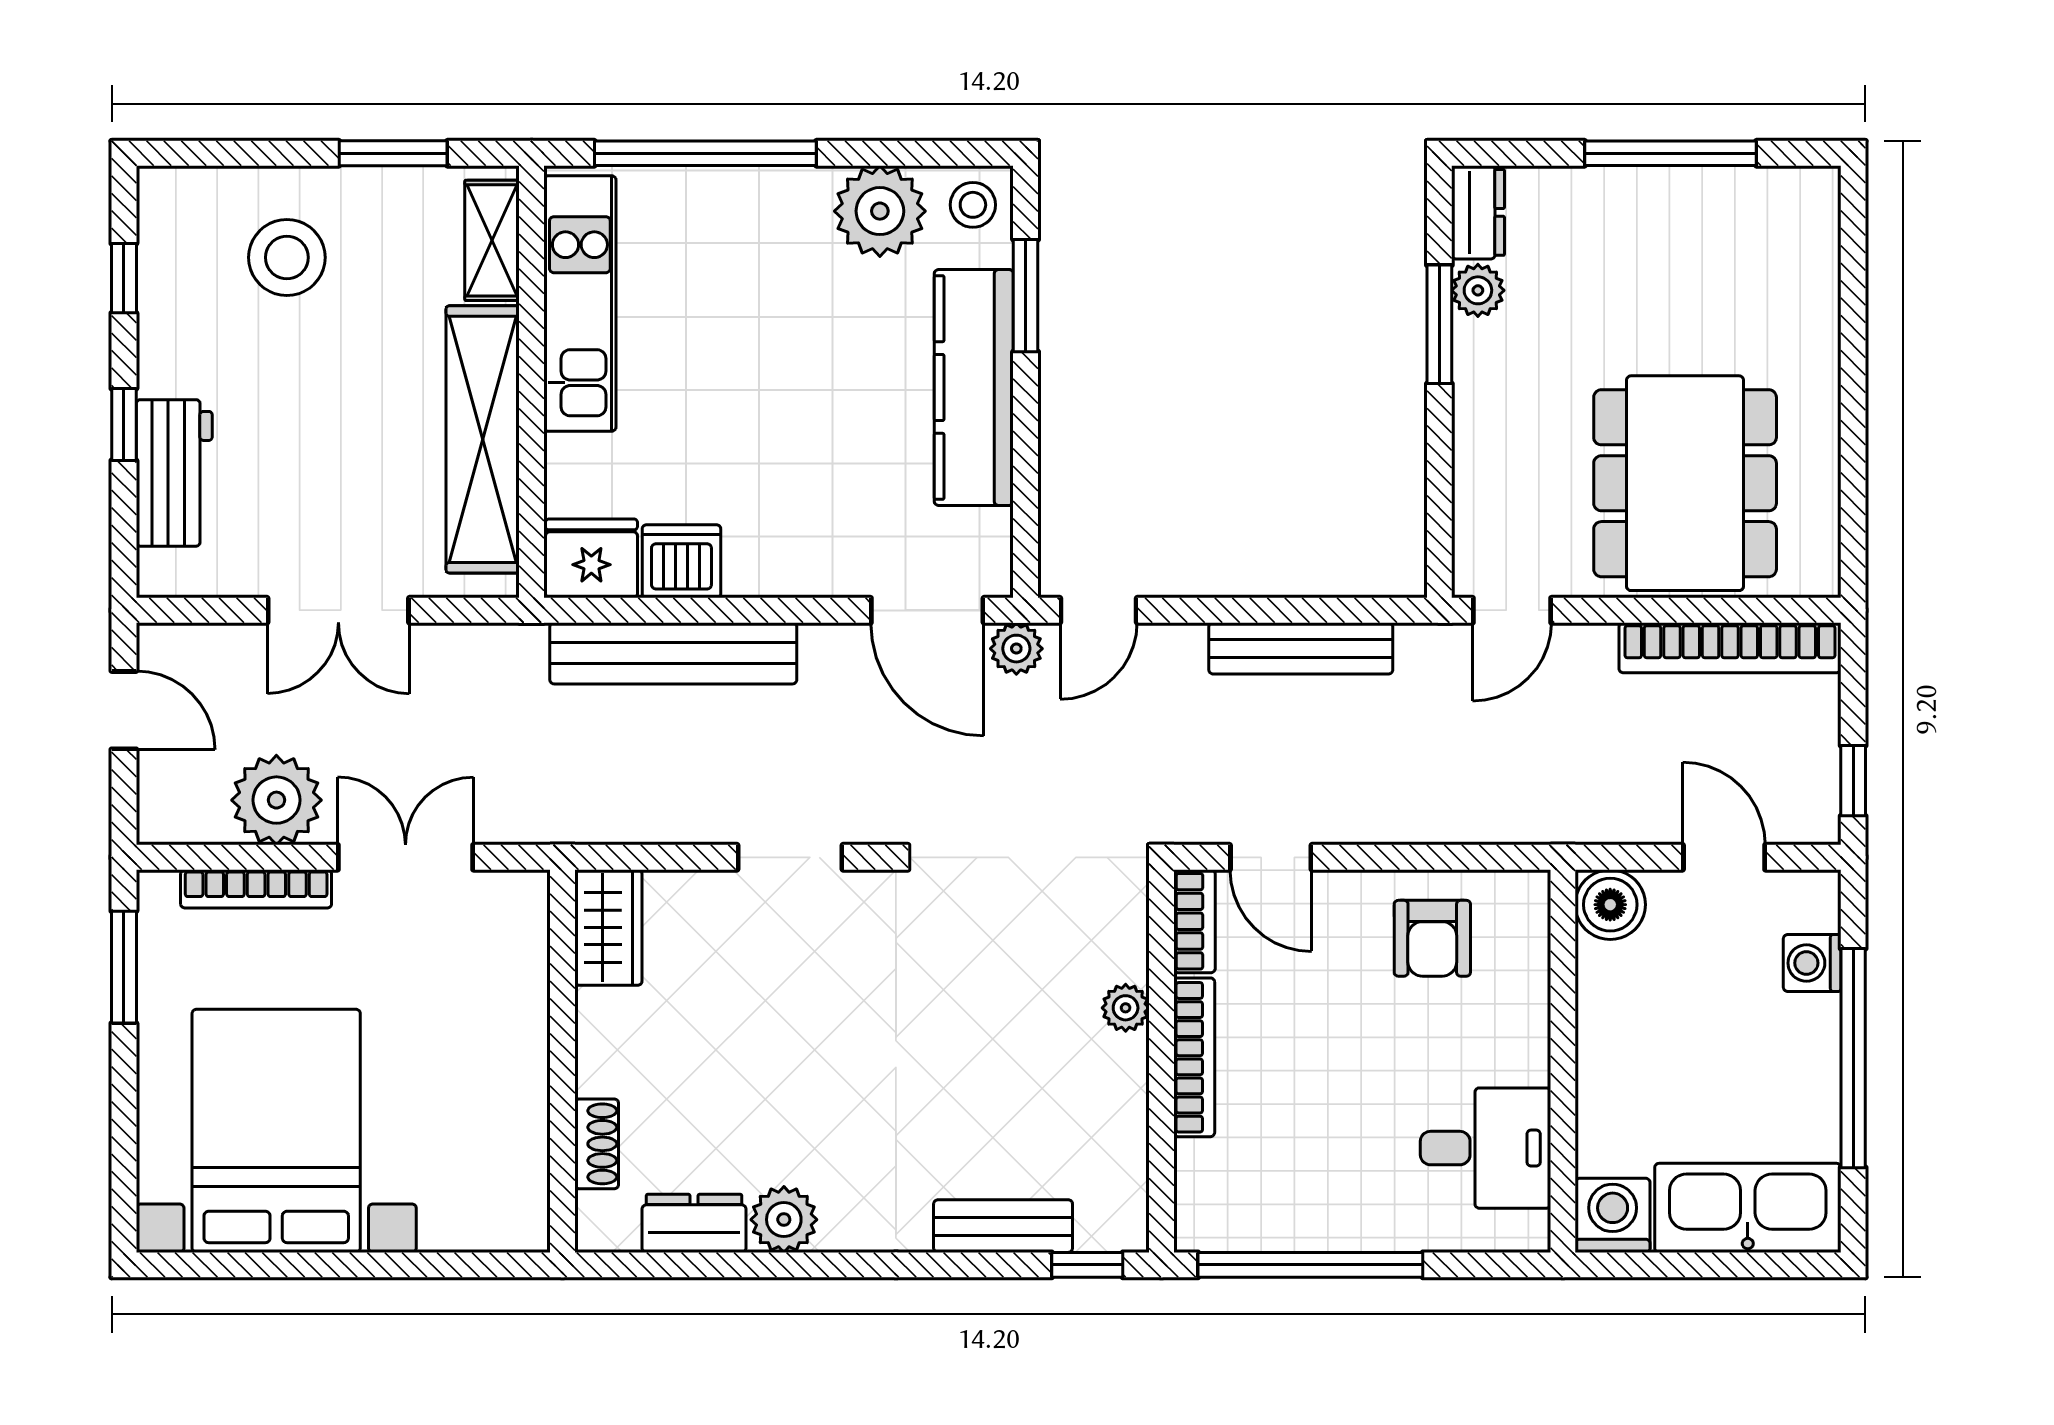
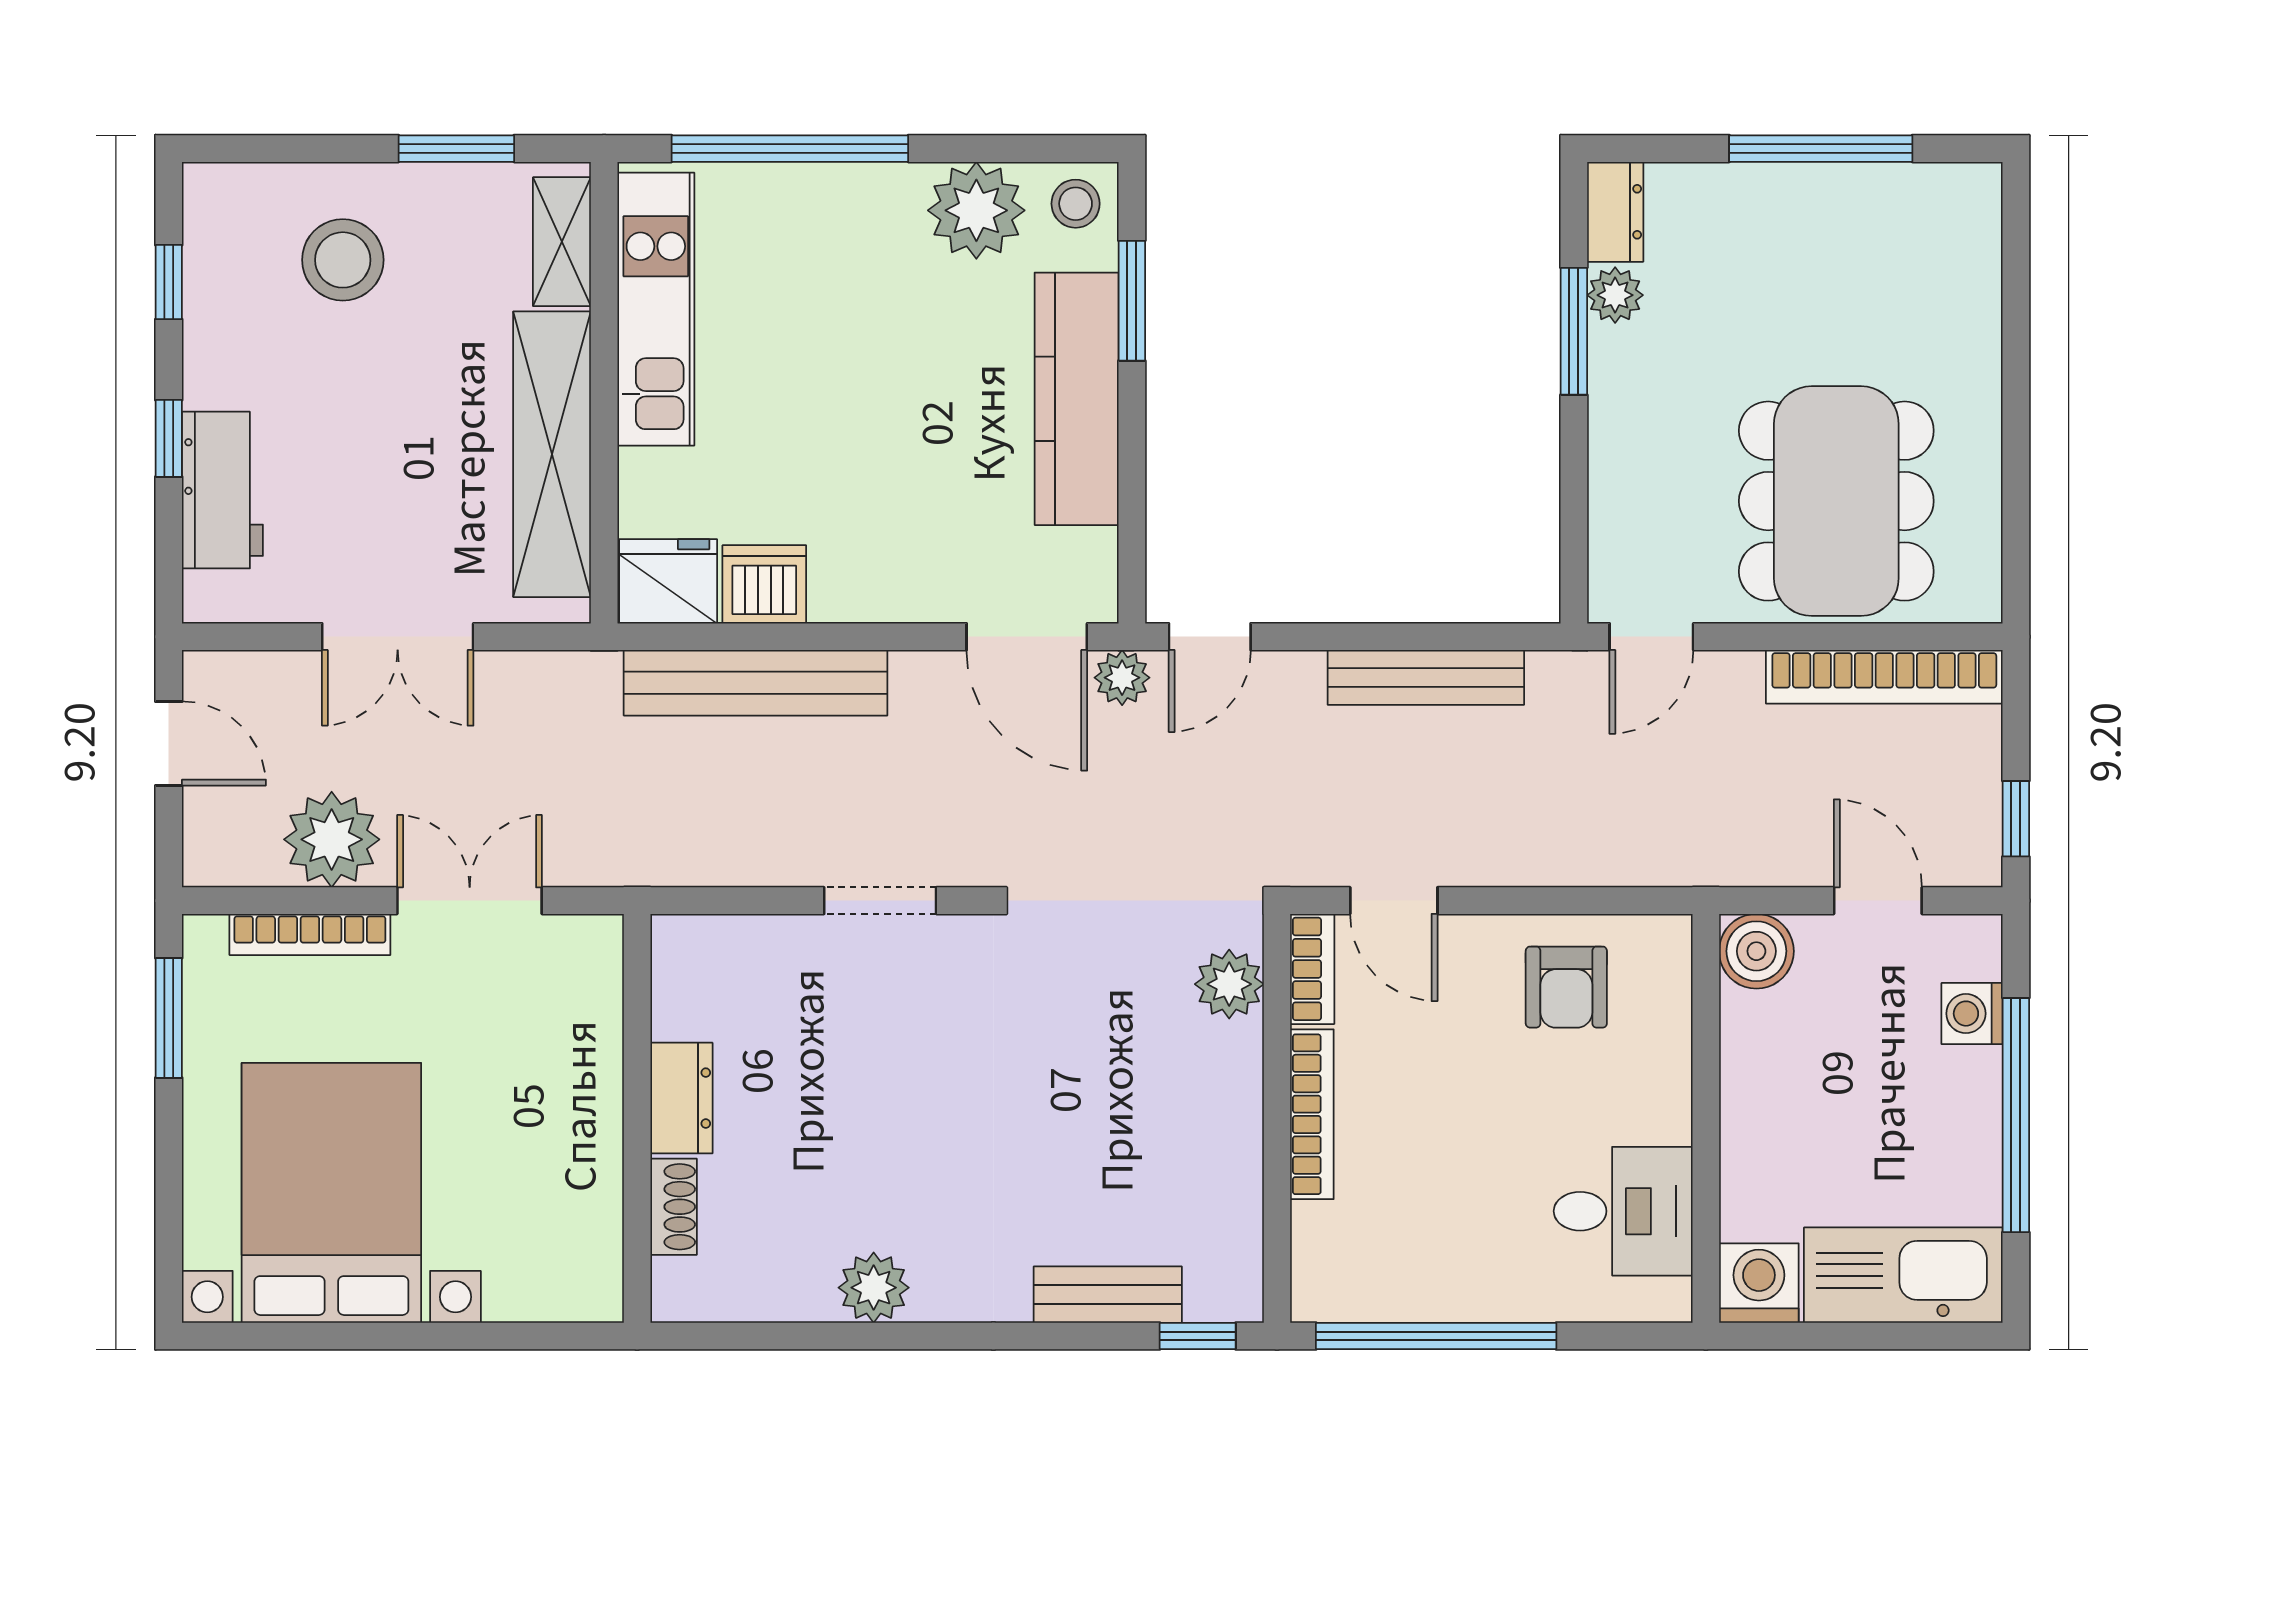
wardrobe: (608, 927) -> (686, 976), removed
plant: (1126, 1008) -> (1229, 984), moved, width x1.38, depth x1.38
dresser: (694, 1223) -> (681, 1098), moved, turned 90

